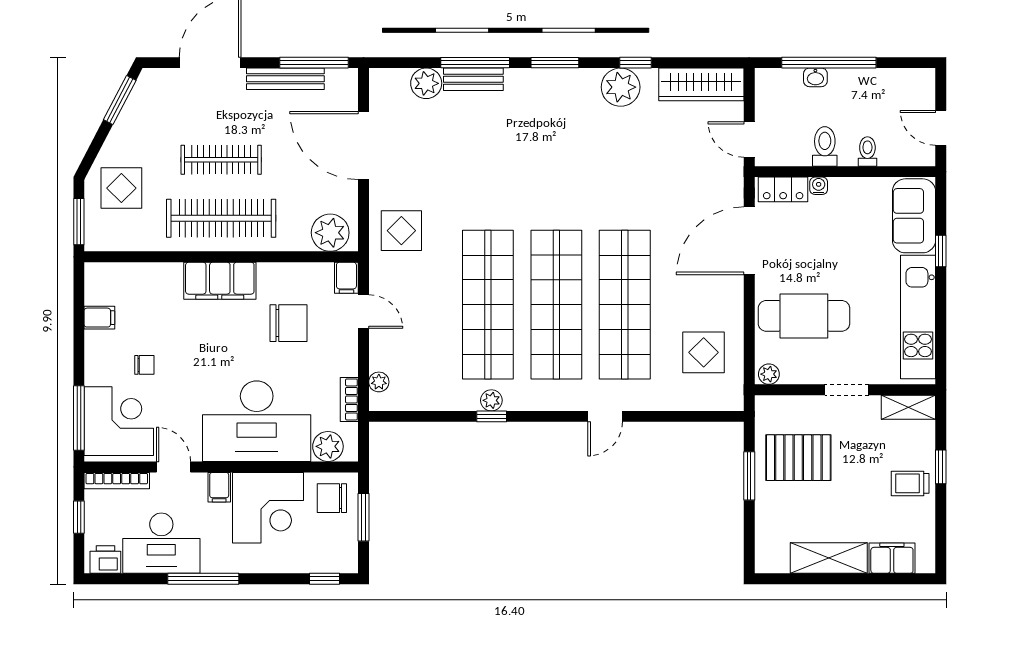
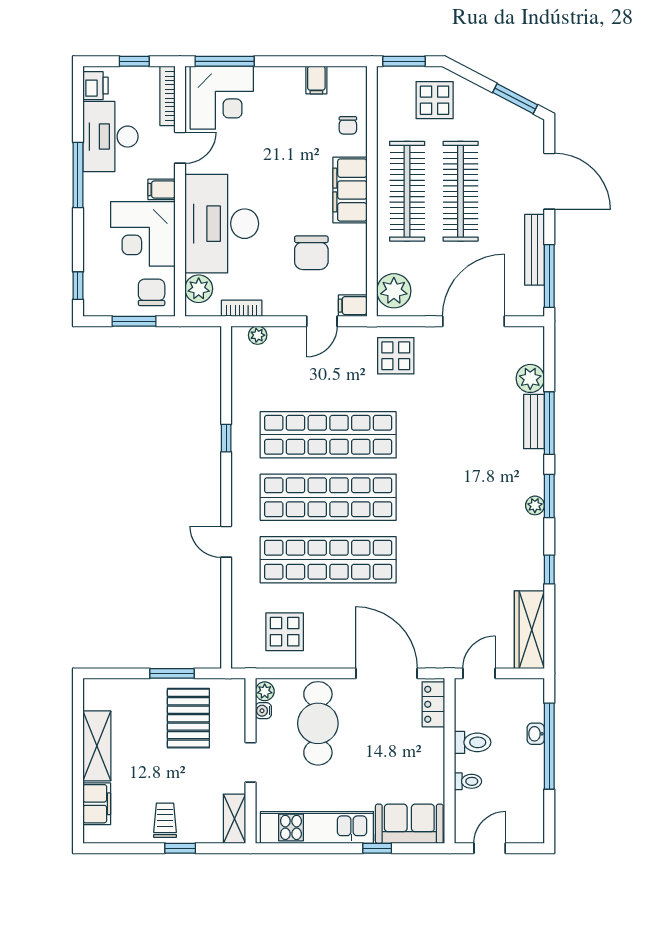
plant: (621, 87) -> (535, 505), moved, width x0.53, depth x0.53
clothes rail: (221, 160) -> (461, 191), width x1.37, depth x1.31
water cooler: (819, 186) -> (263, 711), moved, turned 180
chair: (144, 365) -> (348, 125), moved
plant: (491, 400) -> (241, 438), removed

